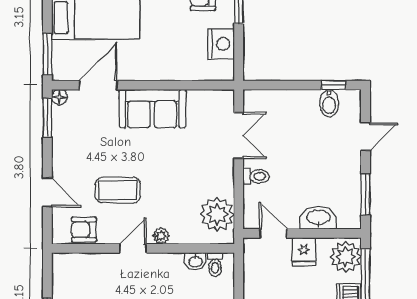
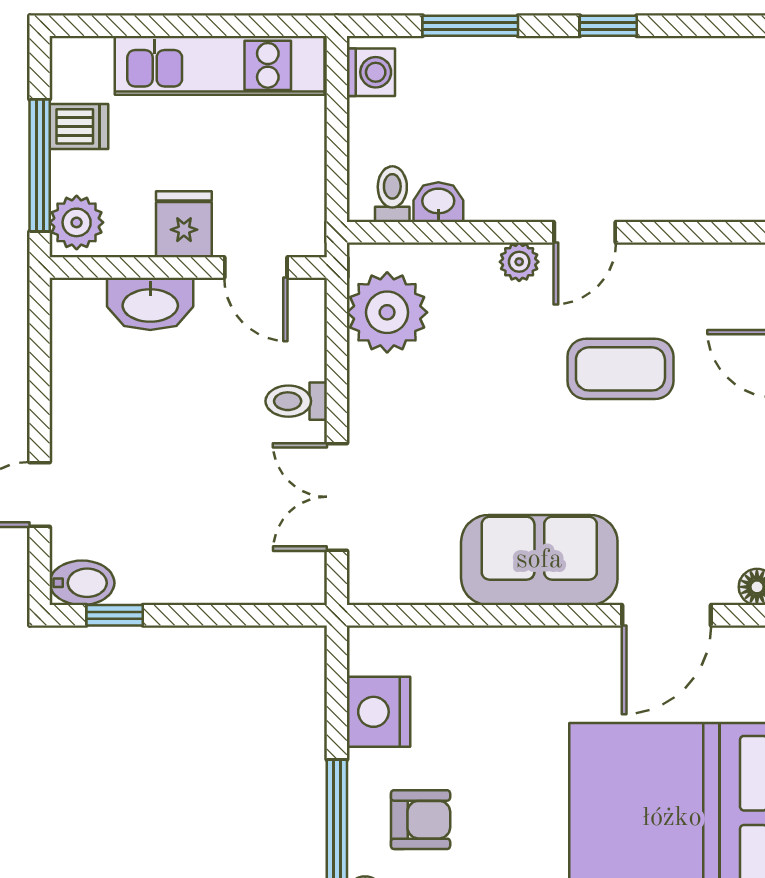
bidet: (329, 103) -> (82, 583), moved, turned 90
window: (365, 195) -> (40, 358), removed
armchair: (84, 230) -> (700, 276), removed
plant: (346, 257) -> (77, 222), width x0.73, depth x0.73

